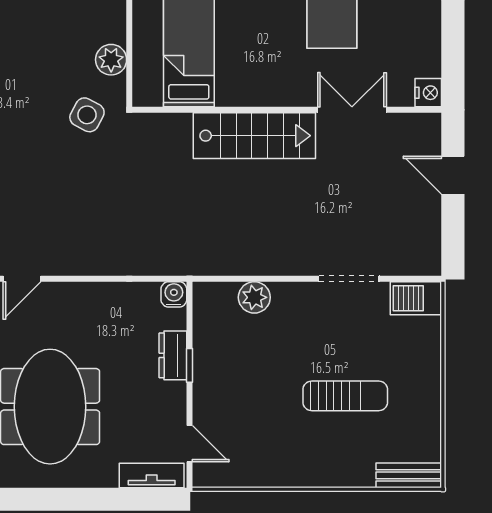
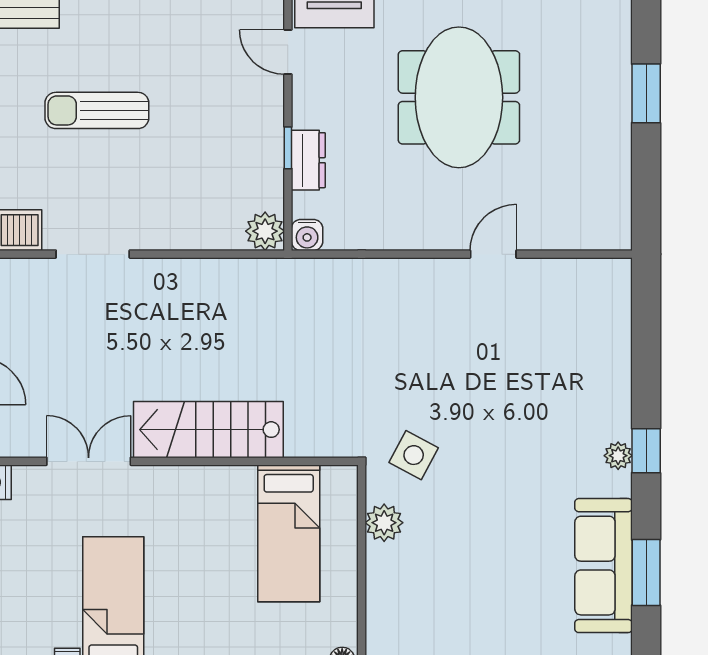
double door: (352, 110) -> (89, 461), swing flipped
plant: (254, 297) -> (265, 231), moved

